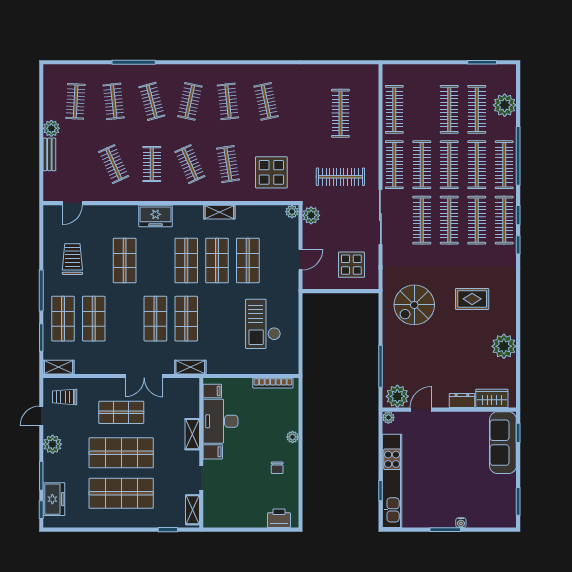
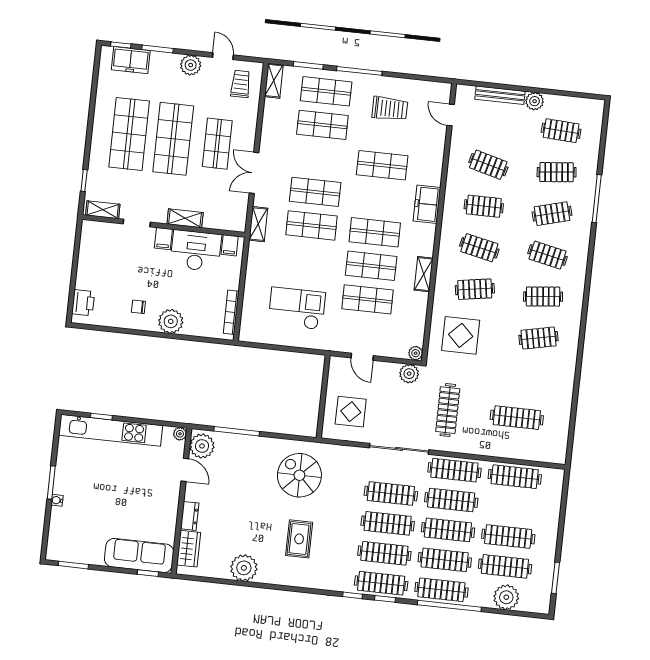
bench: (49, 154) -> (500, 95), width x1.36
clothes rail: (114, 164) -> (488, 165), turned 39
clothes rail: (190, 164) -> (479, 248), turned 36
plant: (292, 437) -> (171, 321), width x1.88, depth x1.88

